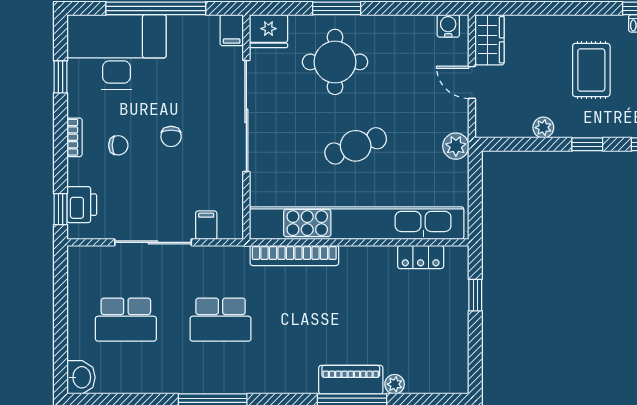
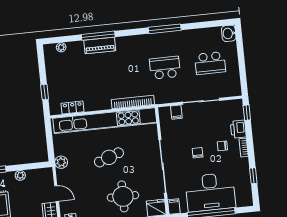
desk: (117, 52) -> (210, 192), moved
printer: (82, 205) -> (238, 129), moved
school desk: (126, 320) -> (210, 63), turned 180
plant: (395, 384) -> (61, 47), moved

